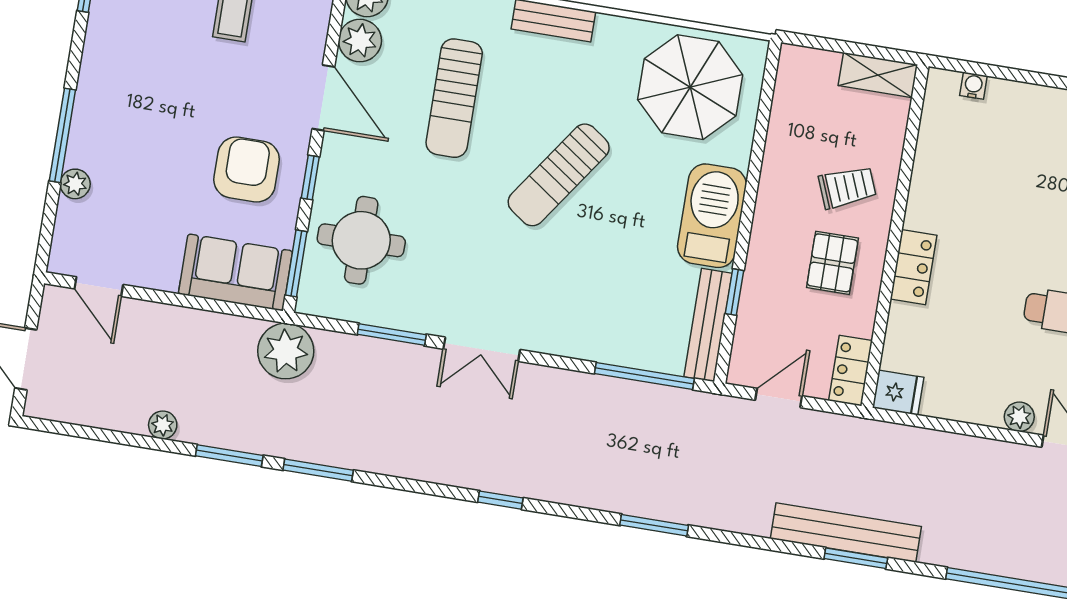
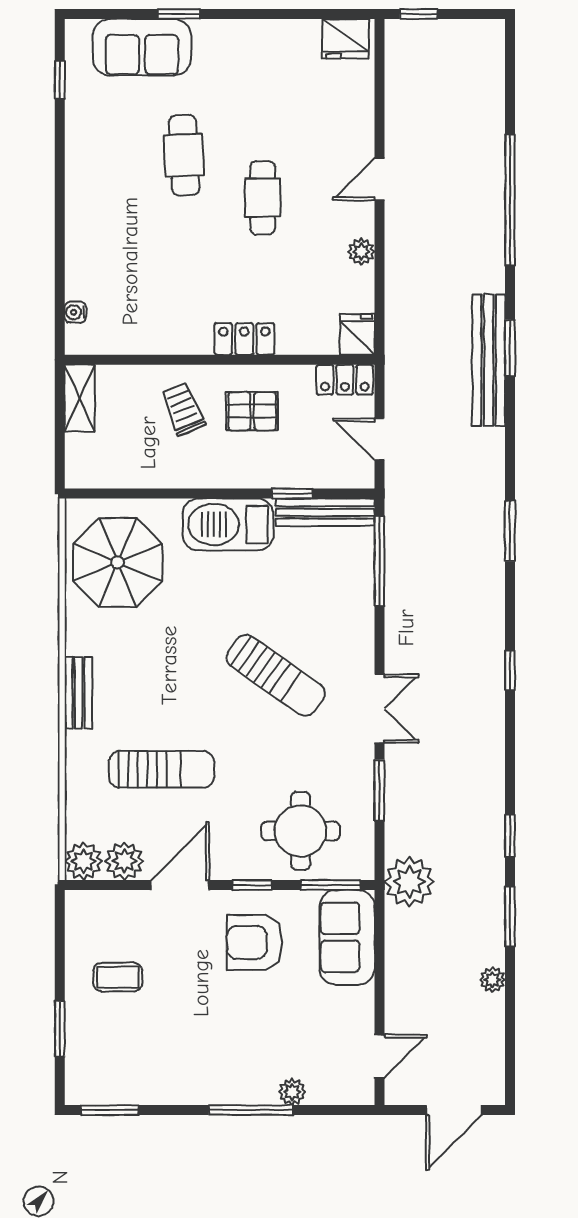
sun lounger: (559, 175) -> (276, 675), moved
plant: (1019, 417) -> (361, 252), moved
window: (318, 470) -> (510, 836), width x0.67

